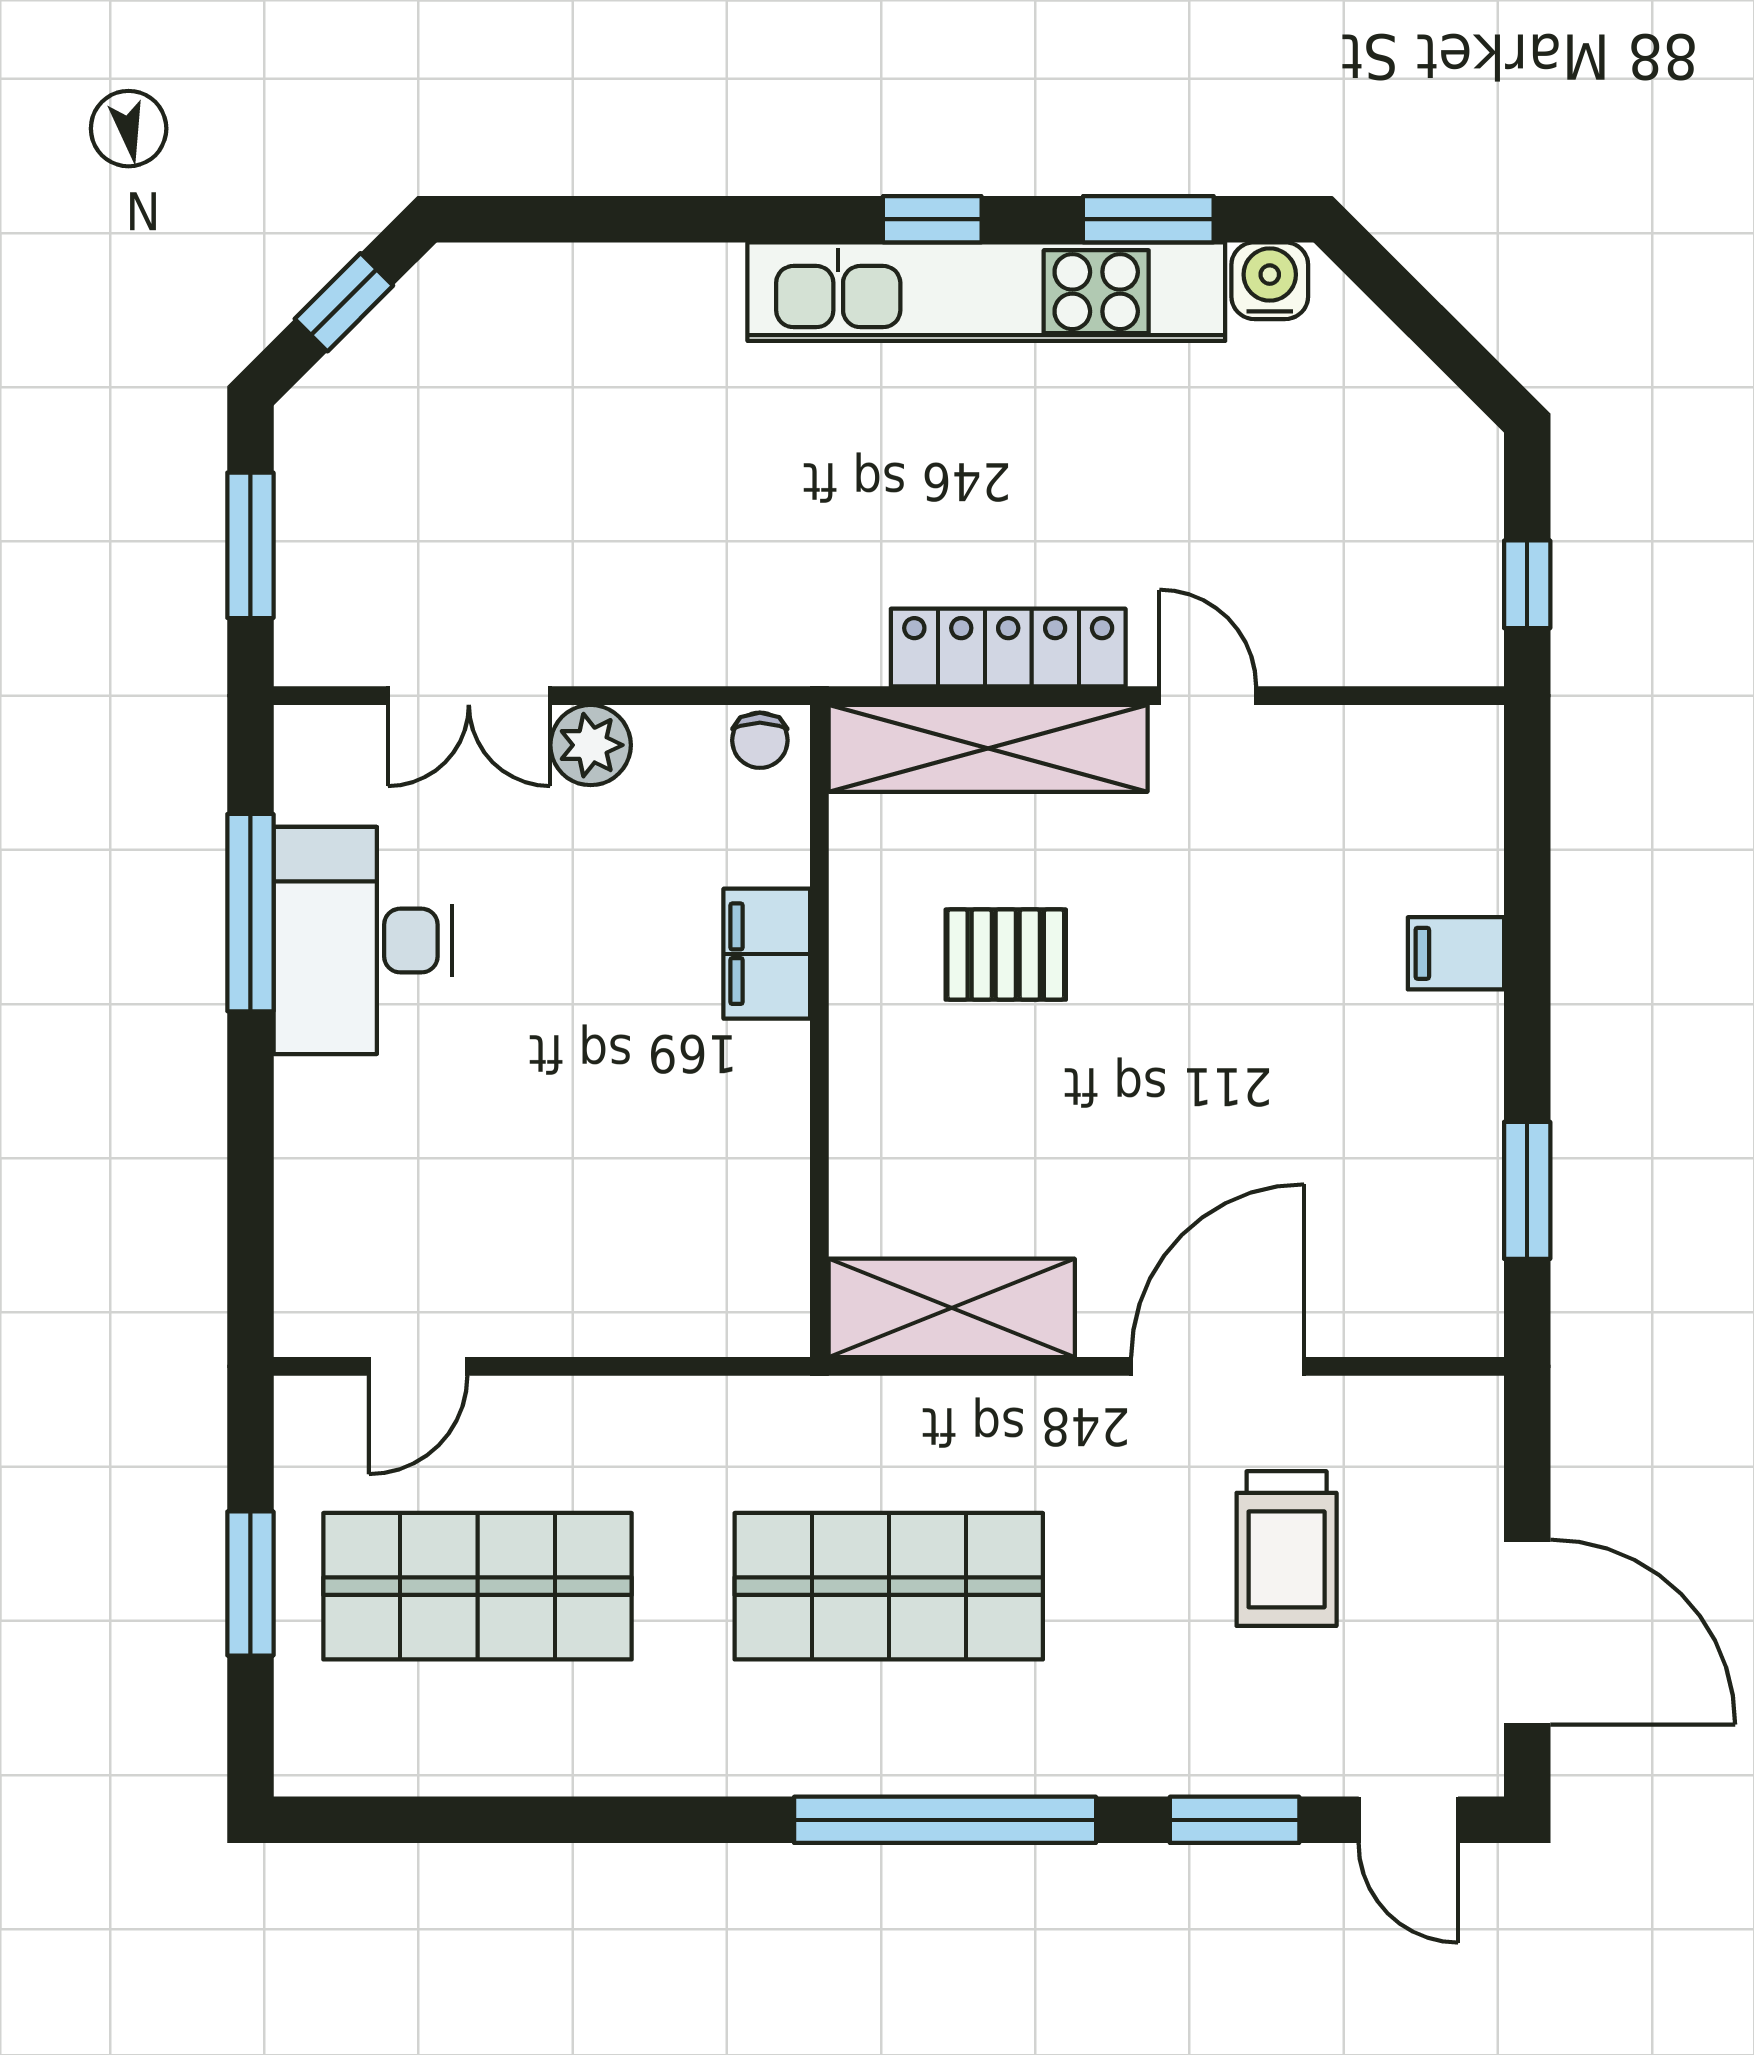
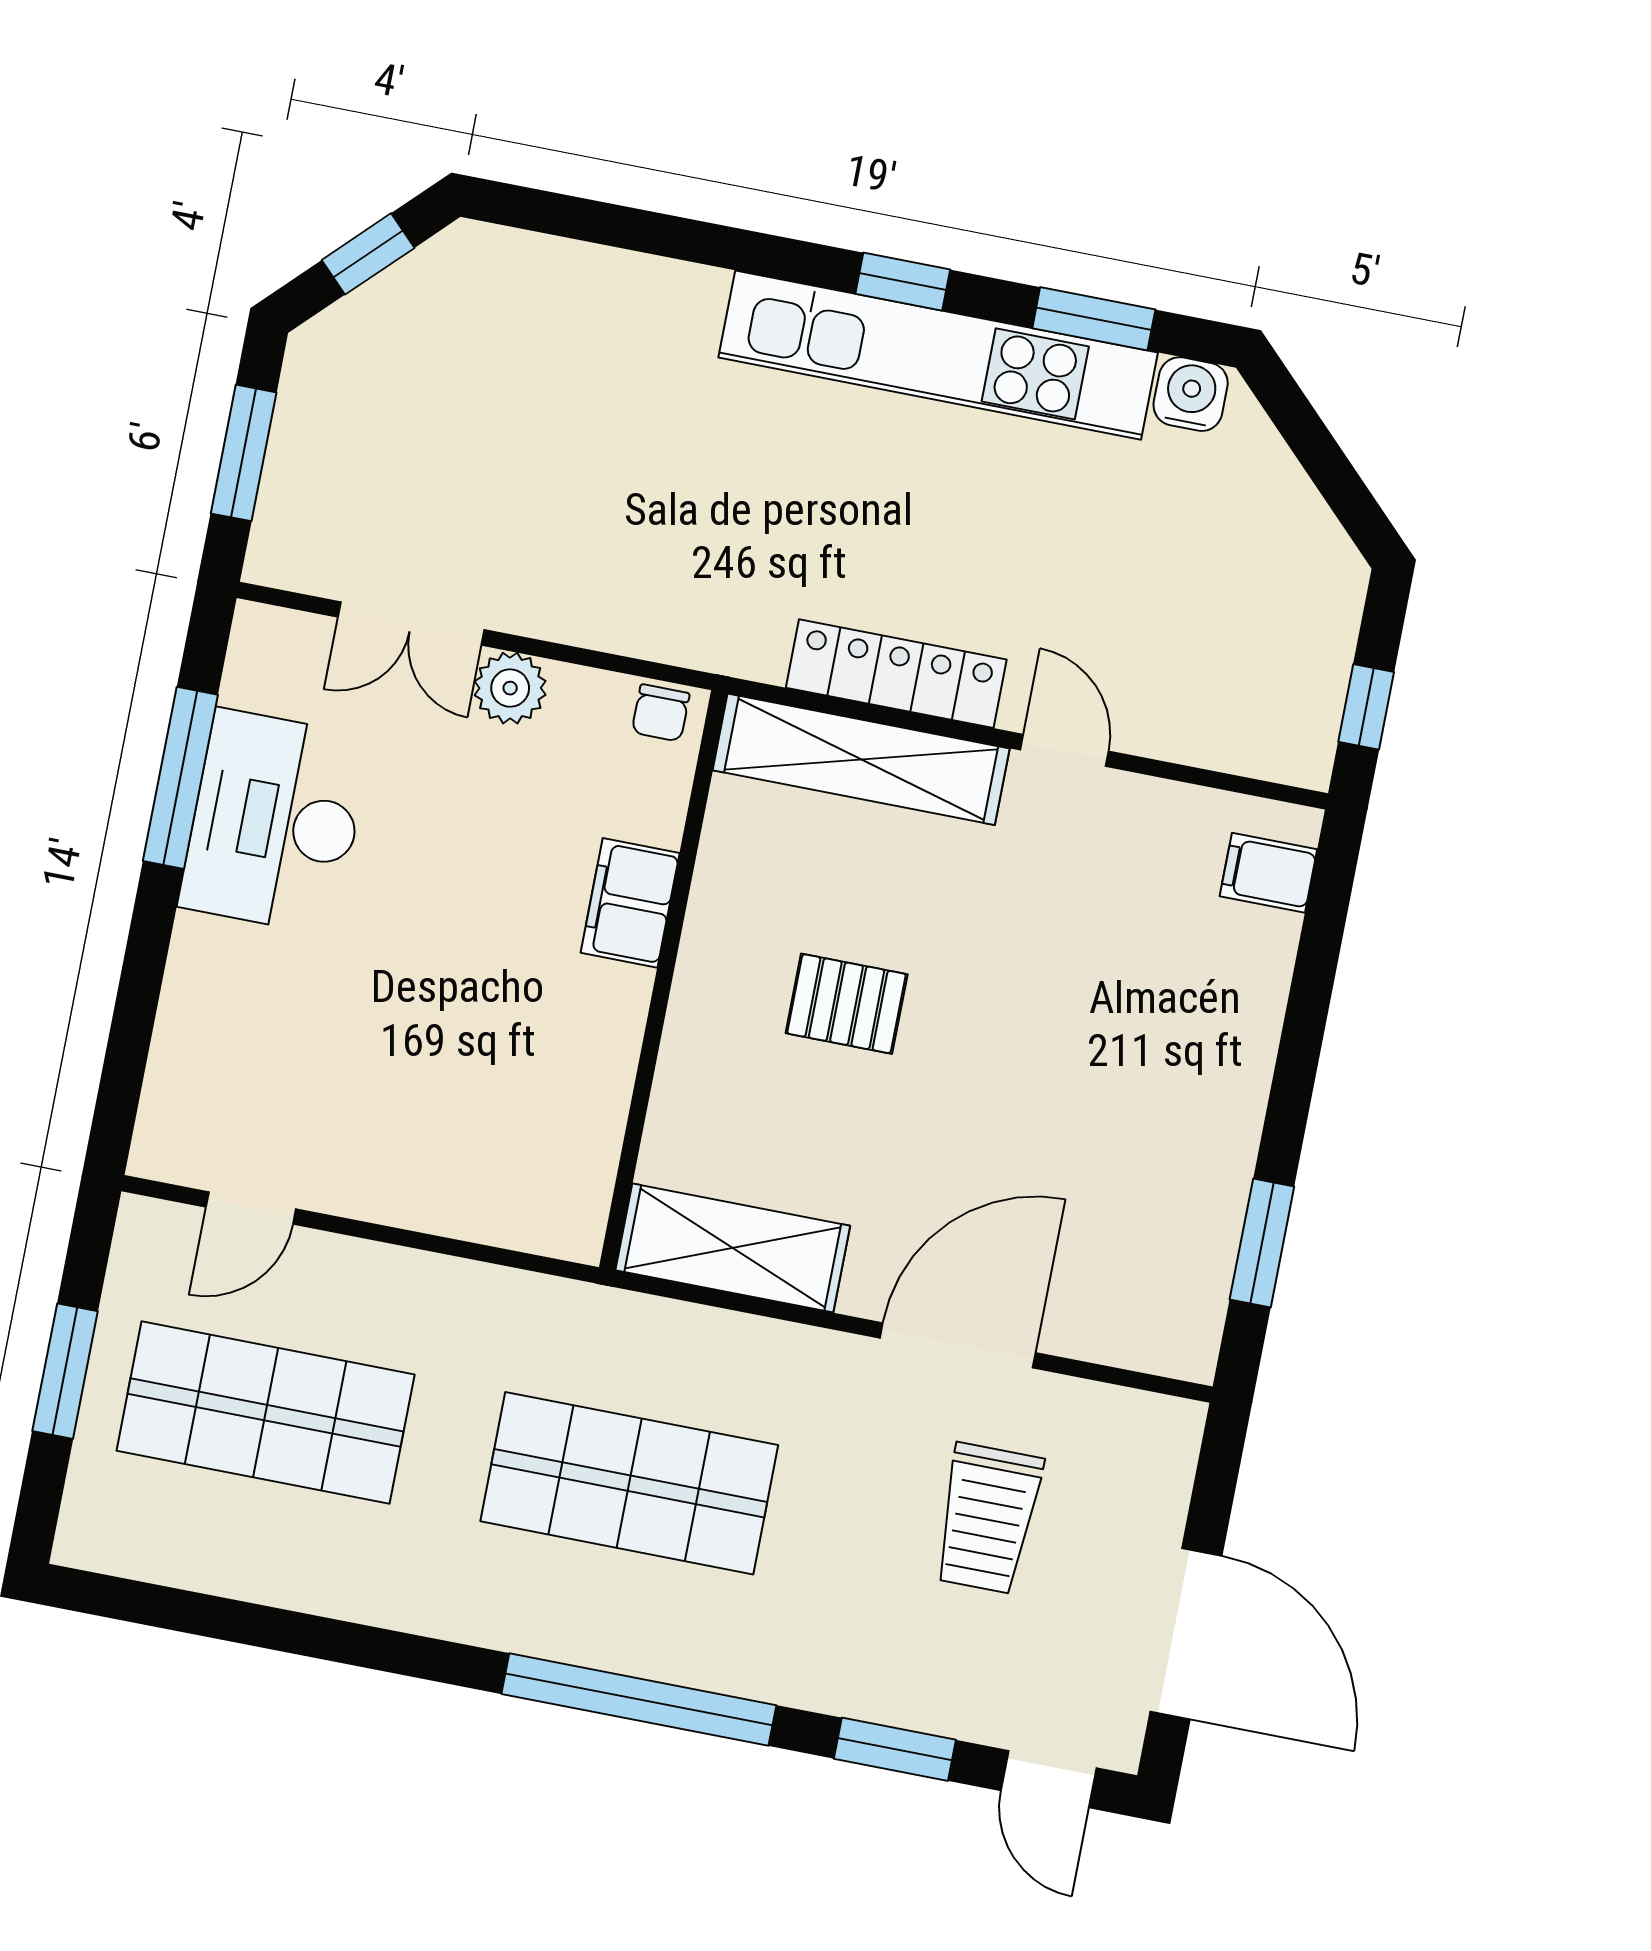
filing cabinet: (1456, 953) -> (1268, 873), moved
pallet: (1006, 955) -> (847, 1004), moved

